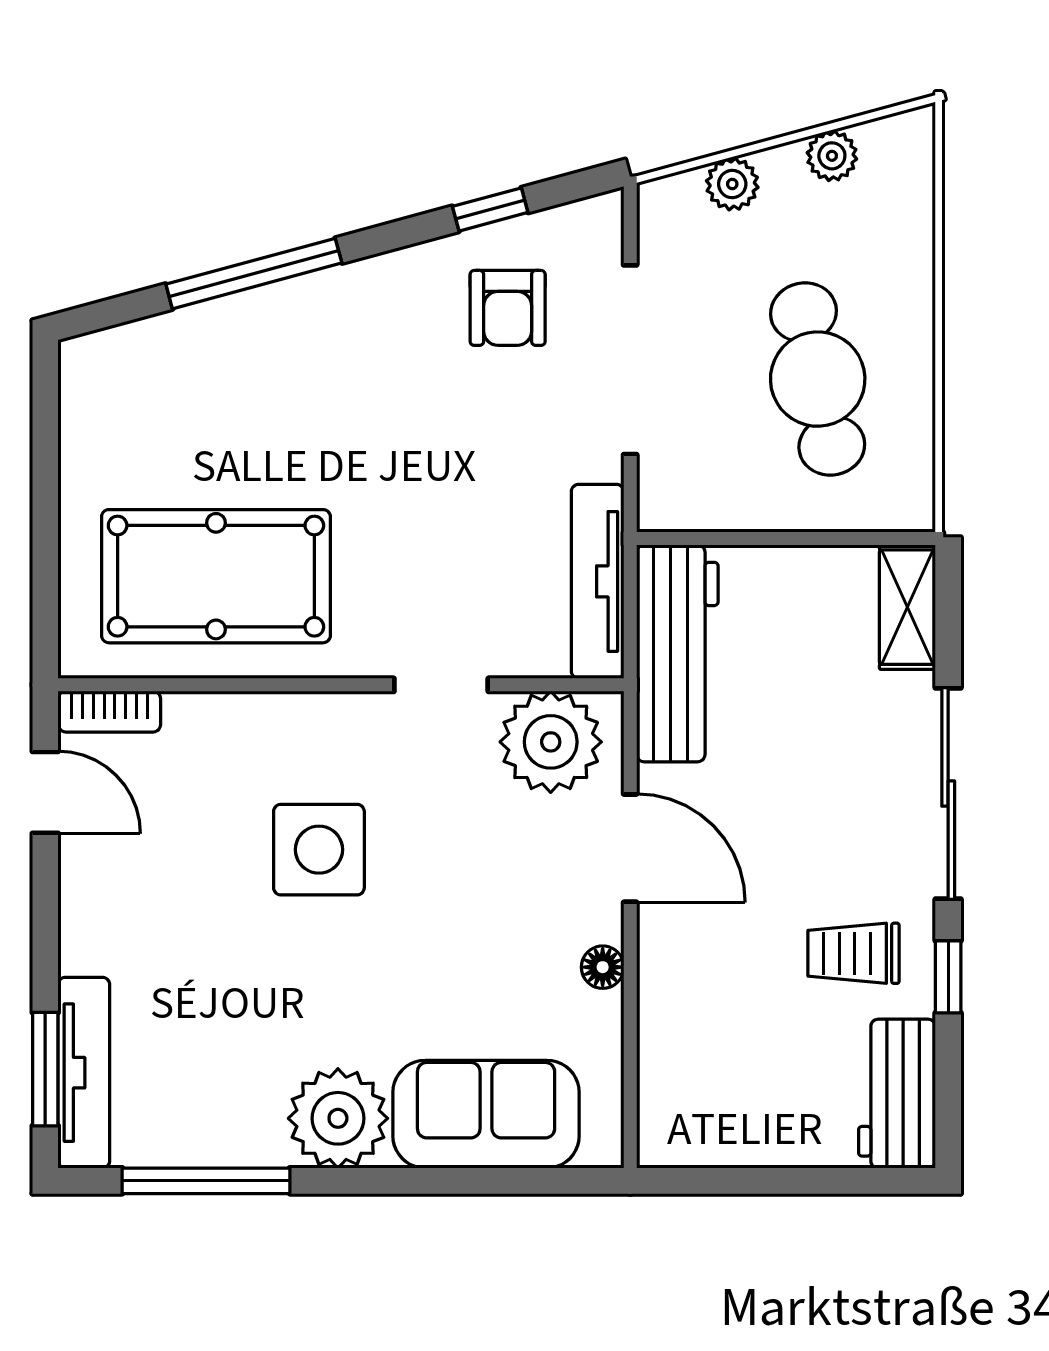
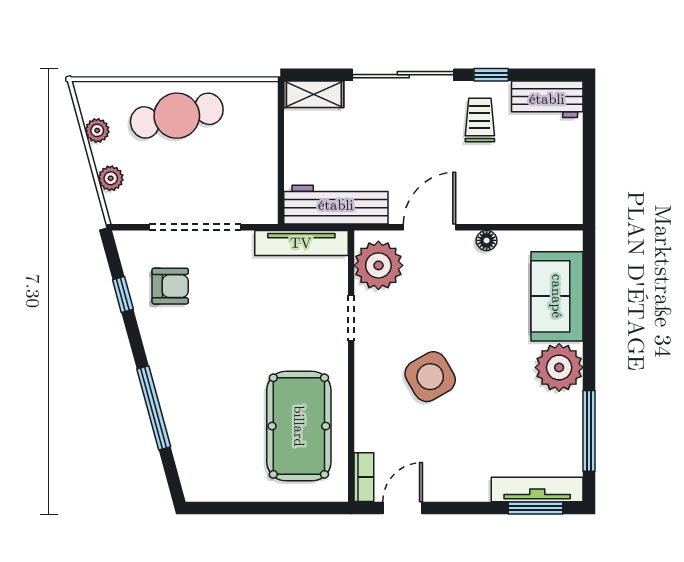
cafe table: (818, 379) -> (177, 116), moved
side table: (319, 850) -> (430, 377), turned -30
trolley: (853, 953) -> (480, 120), turned 180

